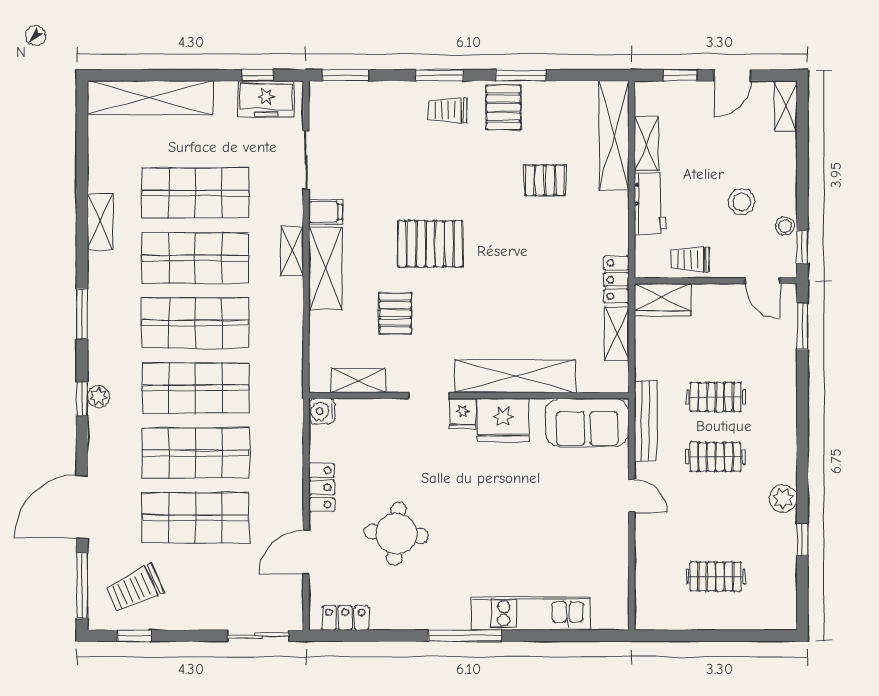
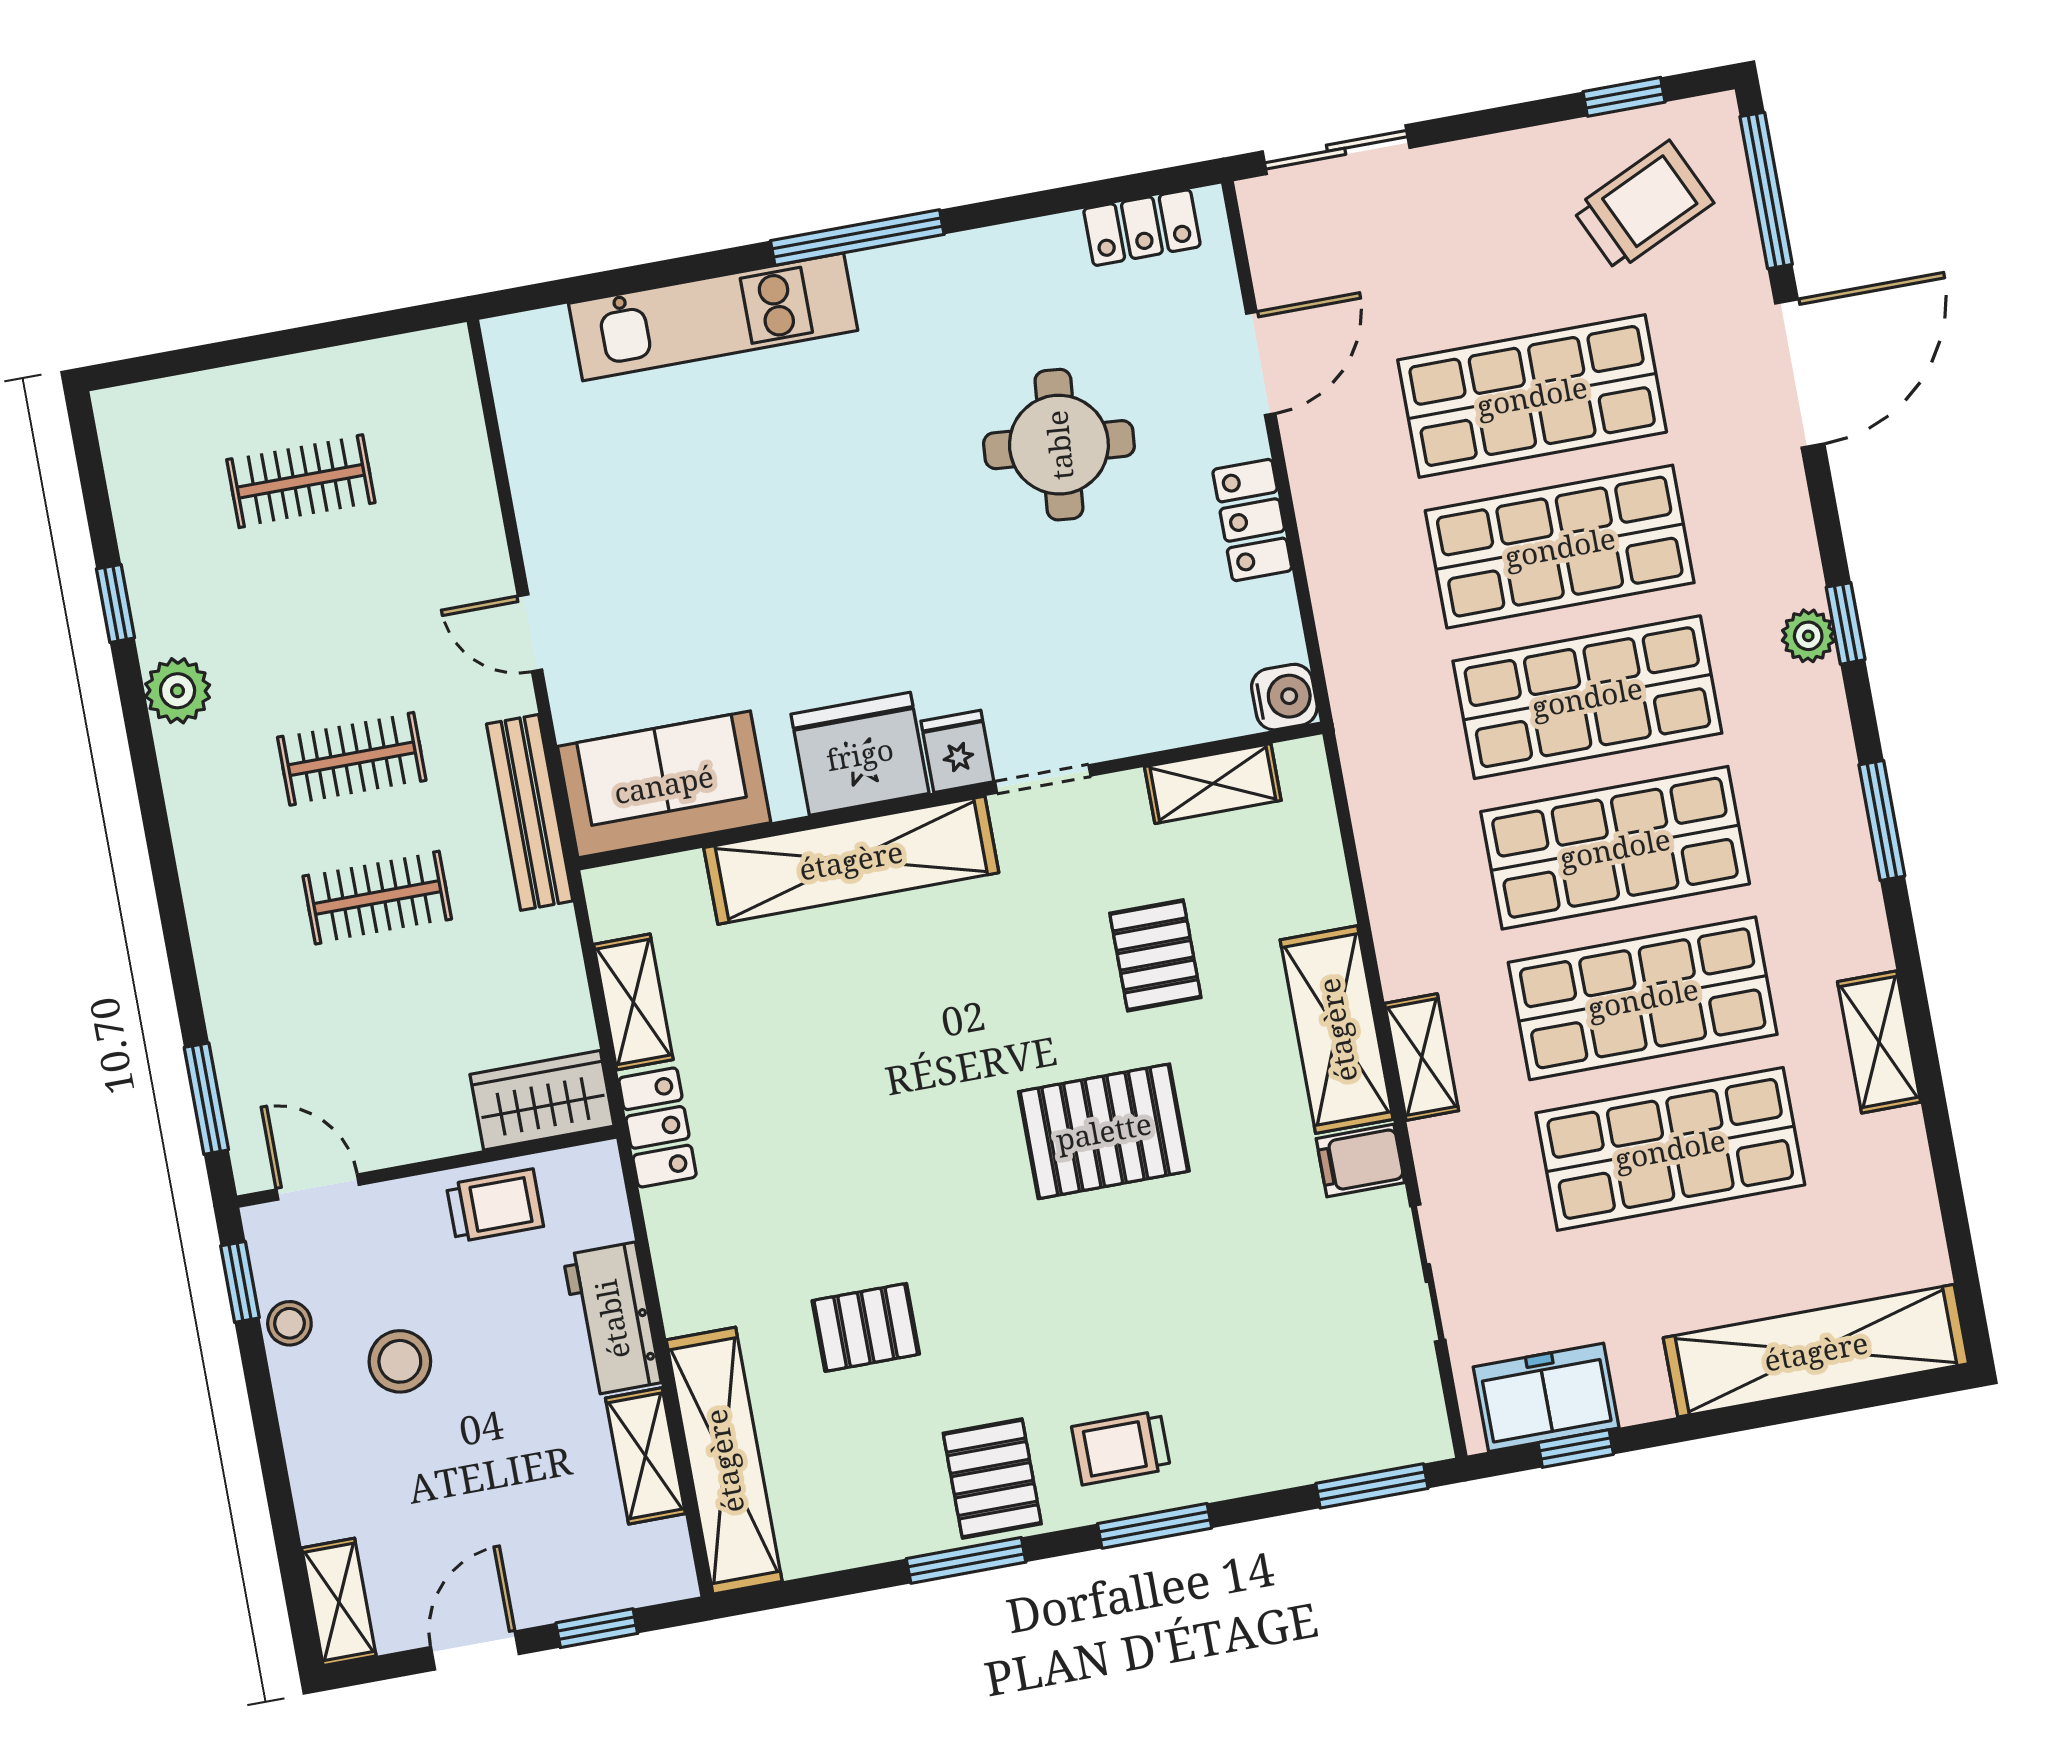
trolley: (447, 110) -> (1121, 1448), turned 180

